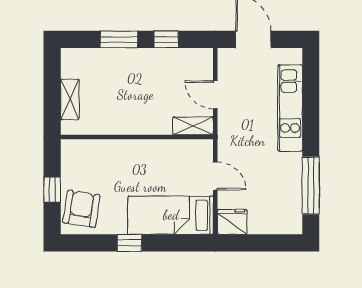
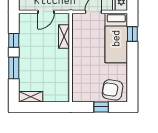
shelving: (70, 99) -> (31, 97), moved
shelving: (193, 126) -> (64, 37), moved
window: (129, 243) -> (132, 34), moved

